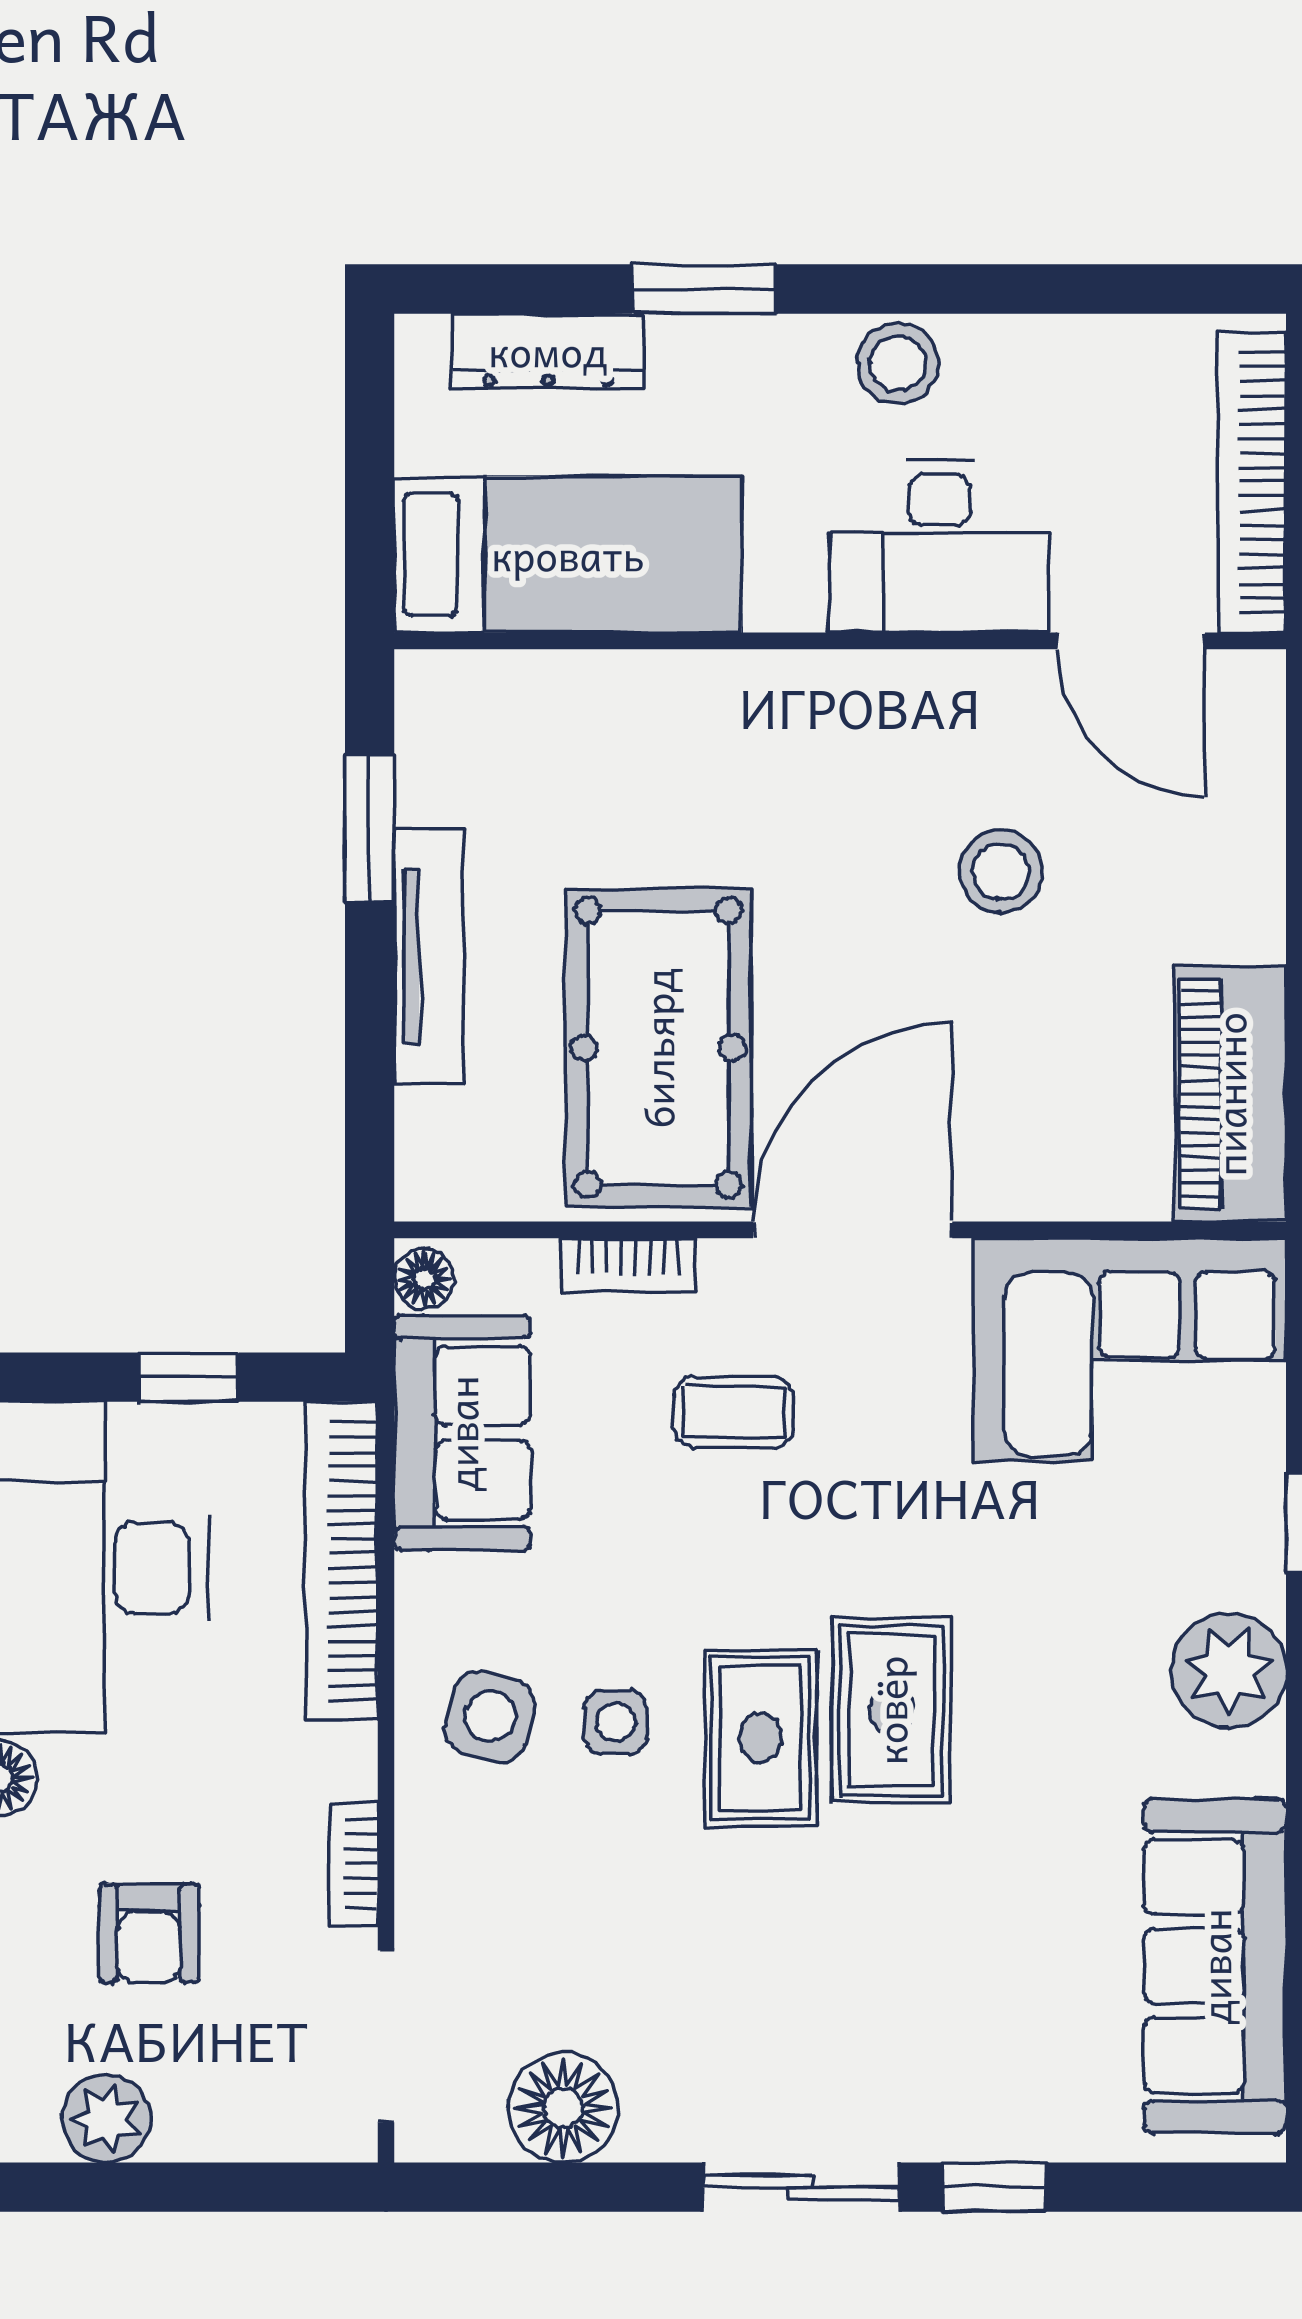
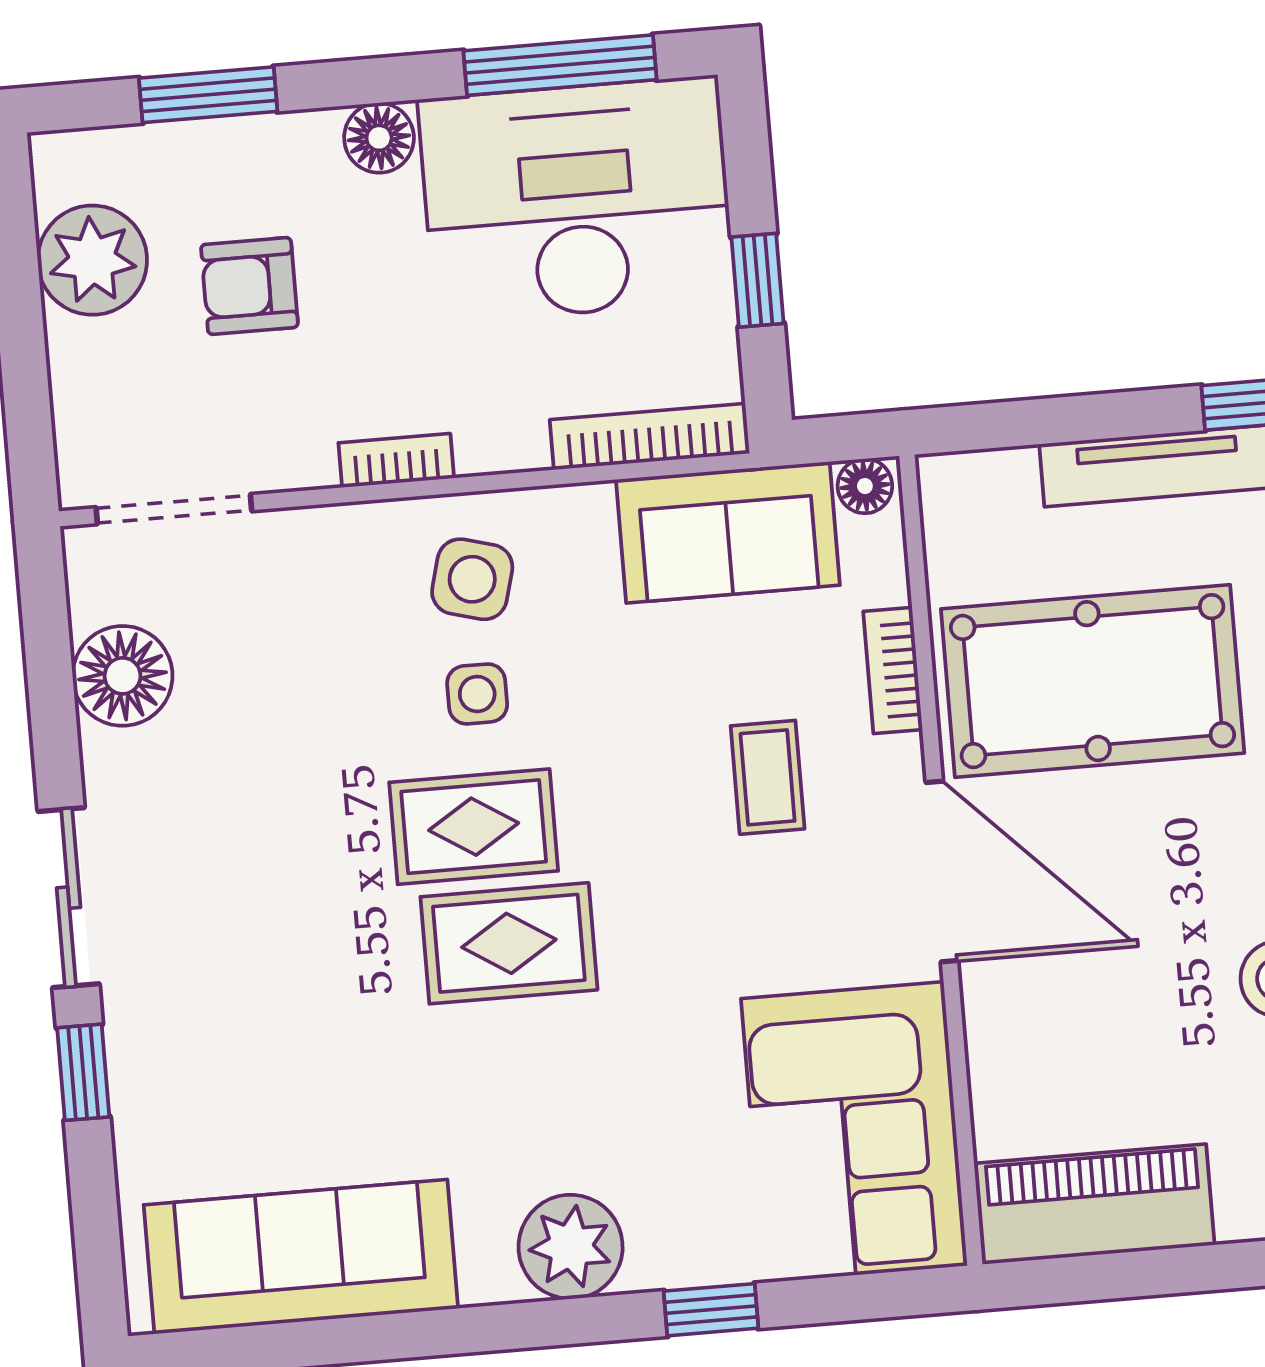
bookcase: (342, 1561) -> (650, 437), width x0.68, depth x0.76
bookcase: (353, 1864) -> (396, 461), moved
plant: (106, 2119) -> (92, 260), width x1.36, depth x1.36

